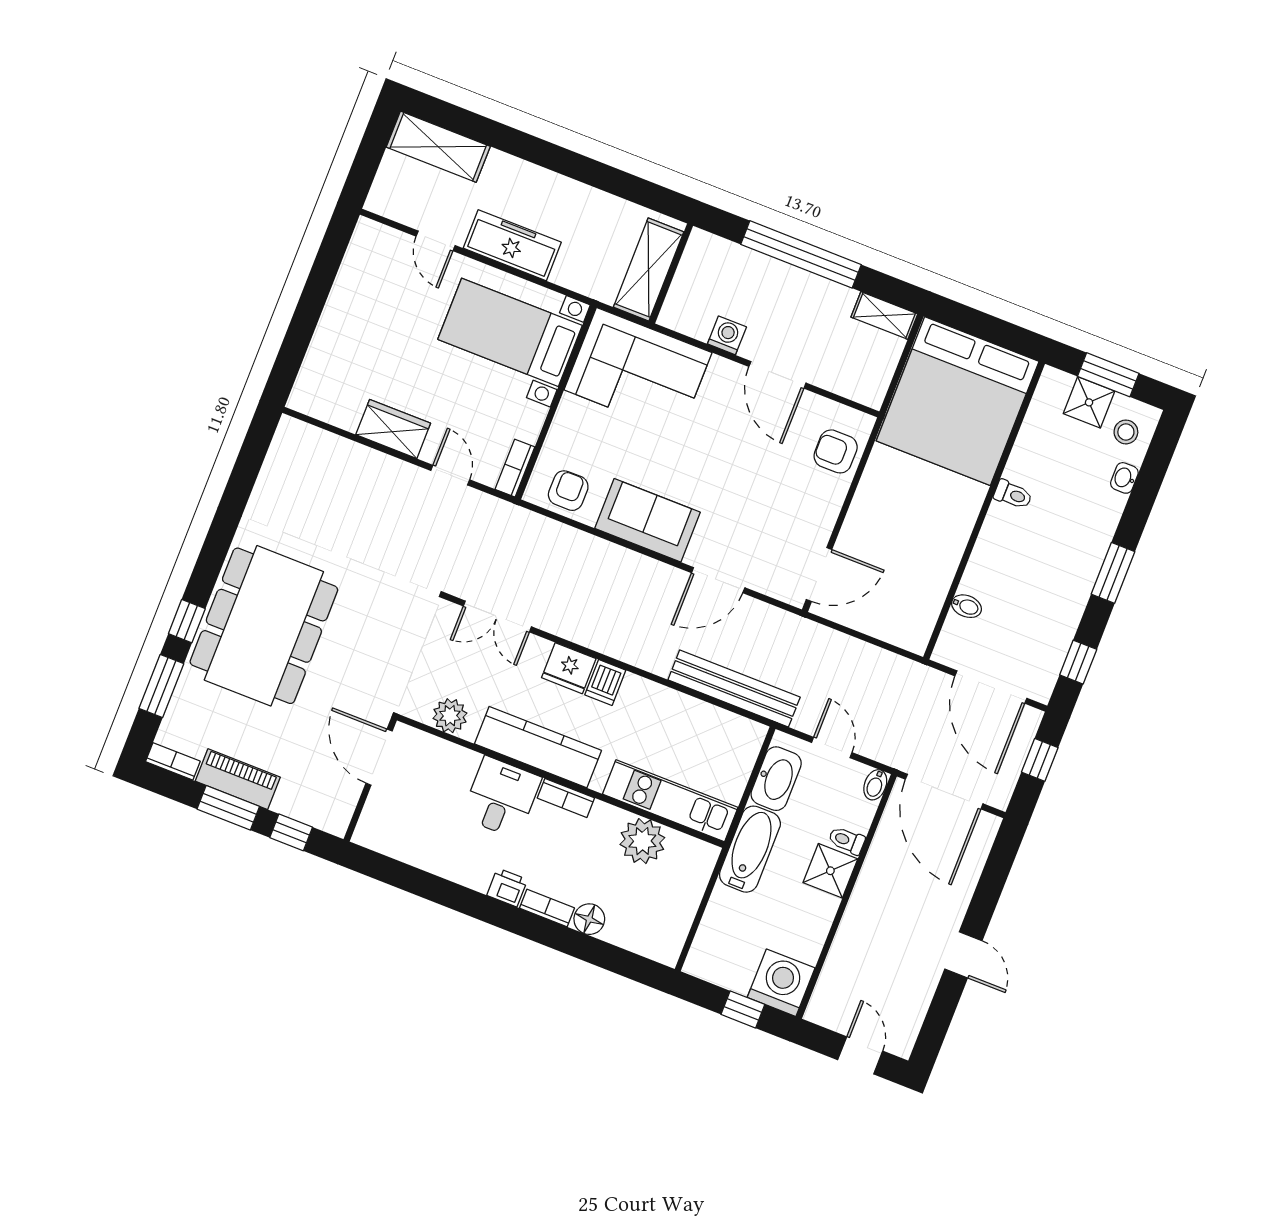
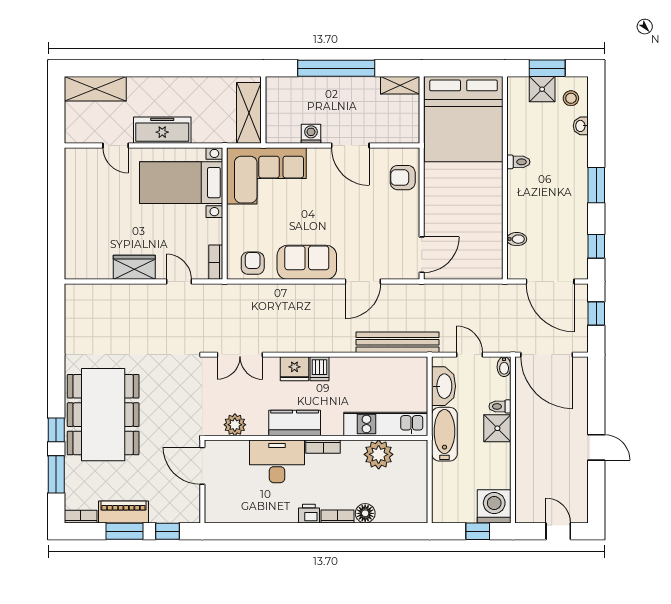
kitchen counter: (538, 747) -> (295, 423), width x0.67
desk: (501, 797) -> (277, 461), width x1.37

